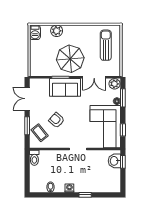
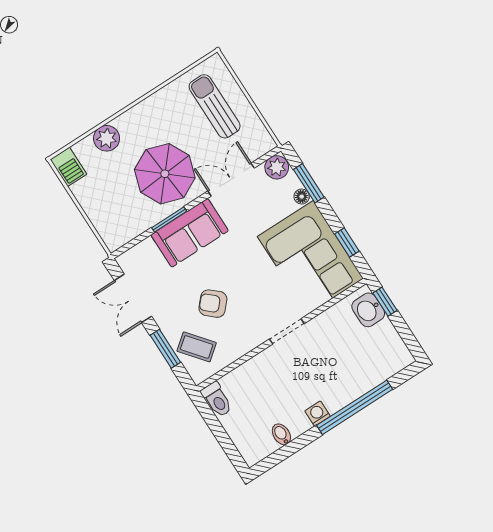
double door: (94, 77) -> (231, 180), swing flipped
window: (85, 195) -> (355, 407), width x3.17

